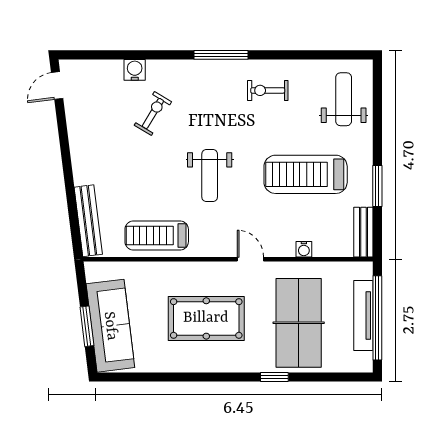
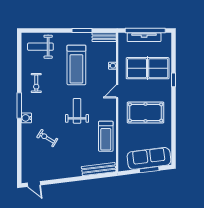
water cooler: (135, 70) -> (26, 118), moved
weight bench: (210, 176) -> (77, 111), turned -90
pool table: (206, 318) -> (146, 112), turned 90

